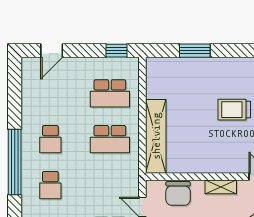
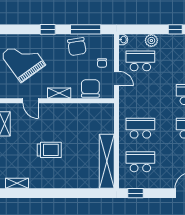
window: (195, 51) -> (78, 193), removed
shelving: (156, 136) -> (107, 161), moved

